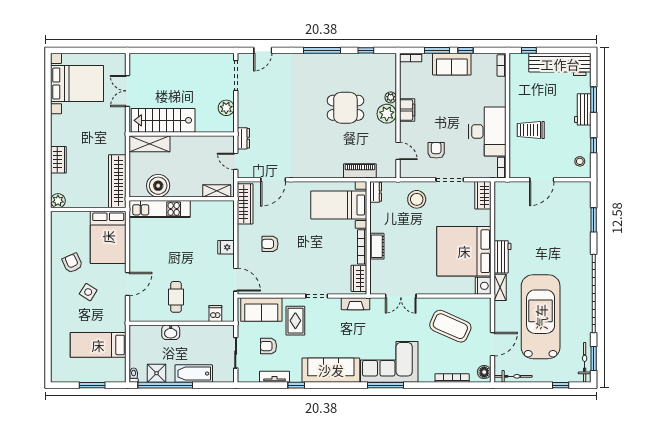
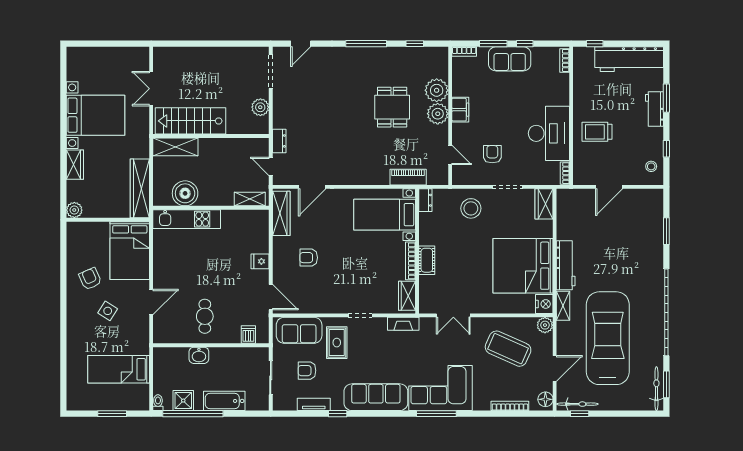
bed with nightstands: (77, 84) -> (95, 115), moved
plant: (391, 97) -> (437, 90), width x1.87, depth x1.87
dining table: (345, 108) -> (392, 107), turned 90
workbench: (503, 257) -> (566, 265), width x1.38
plant: (484, 305) -> (545, 325), added
window: (561, 385) -> (580, 414), moved

